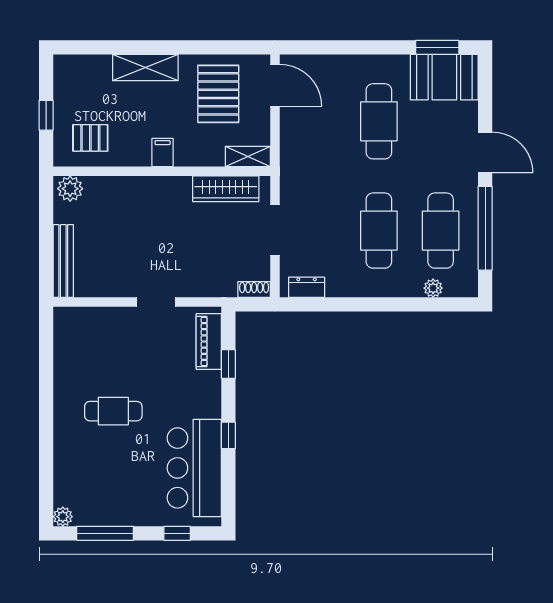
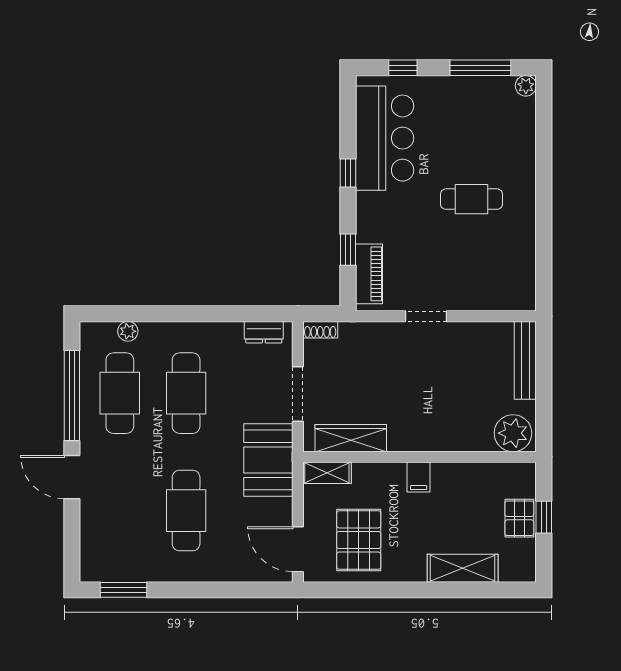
shelving: (145, 68) -> (463, 568), moved
booth: (444, 77) -> (268, 460), moved, turned 90
pallet: (90, 138) -> (519, 518), moved, turned 90
plant: (70, 189) -> (513, 433), width x1.36, depth x1.36

